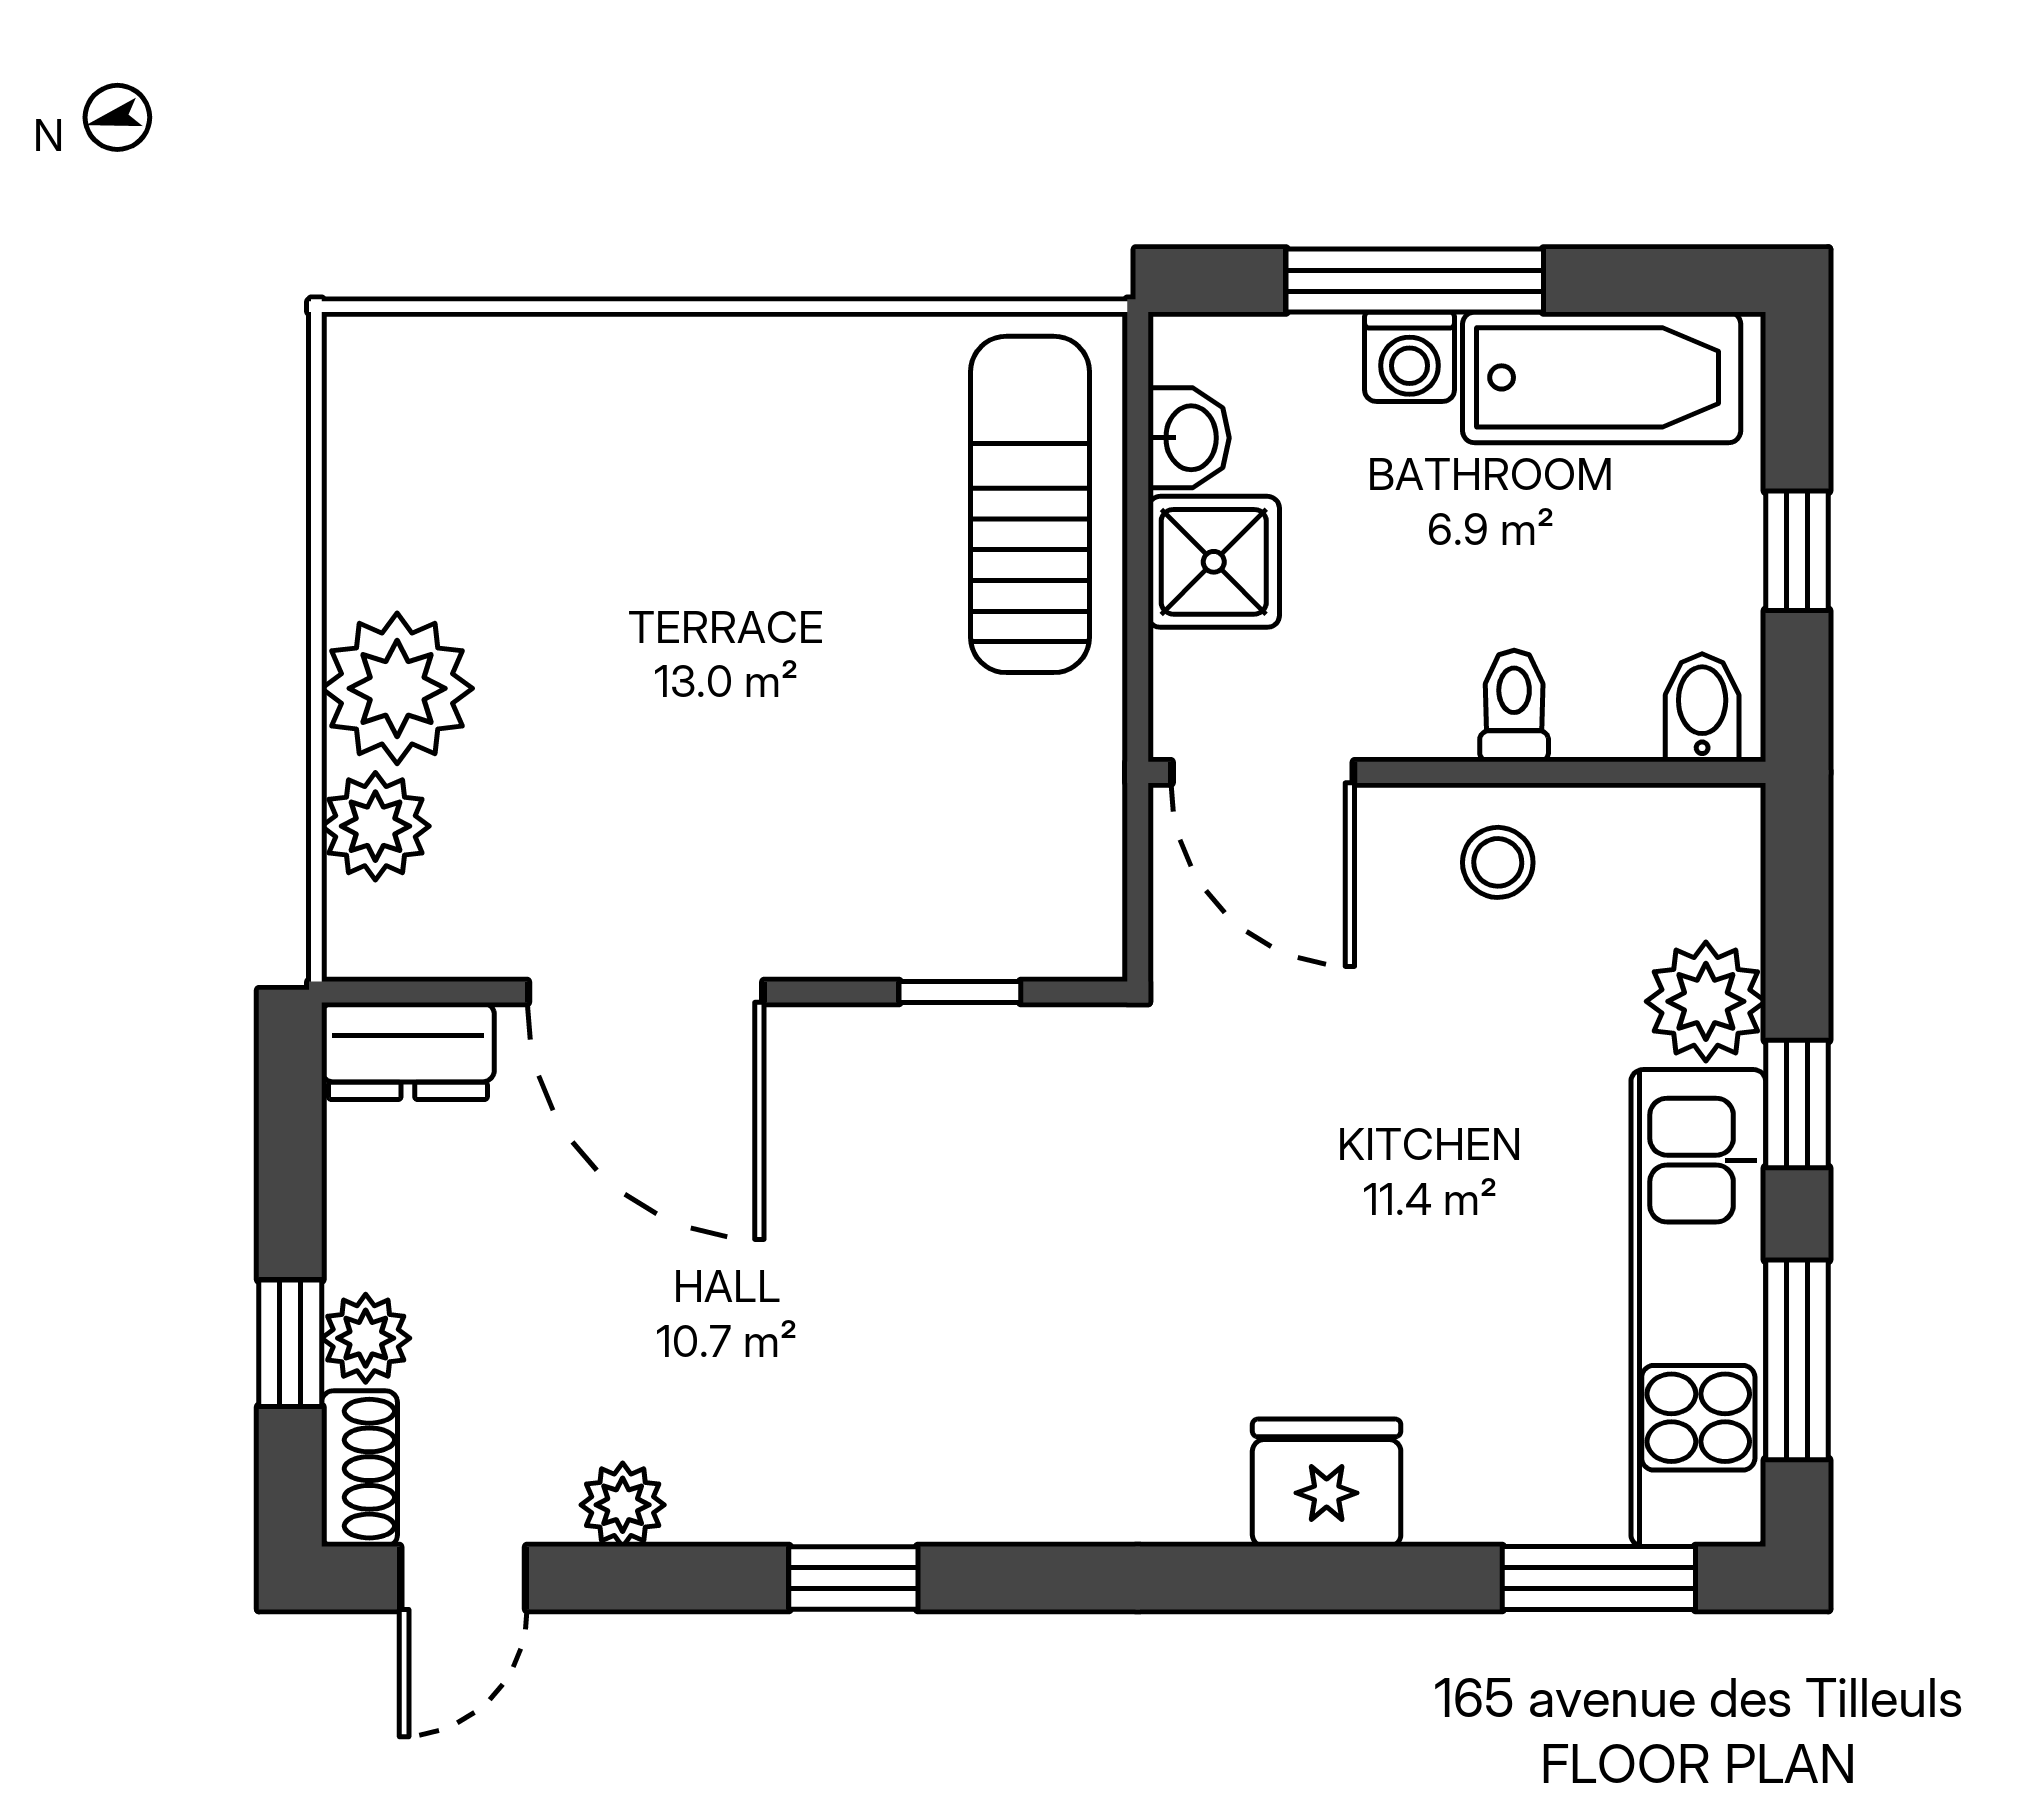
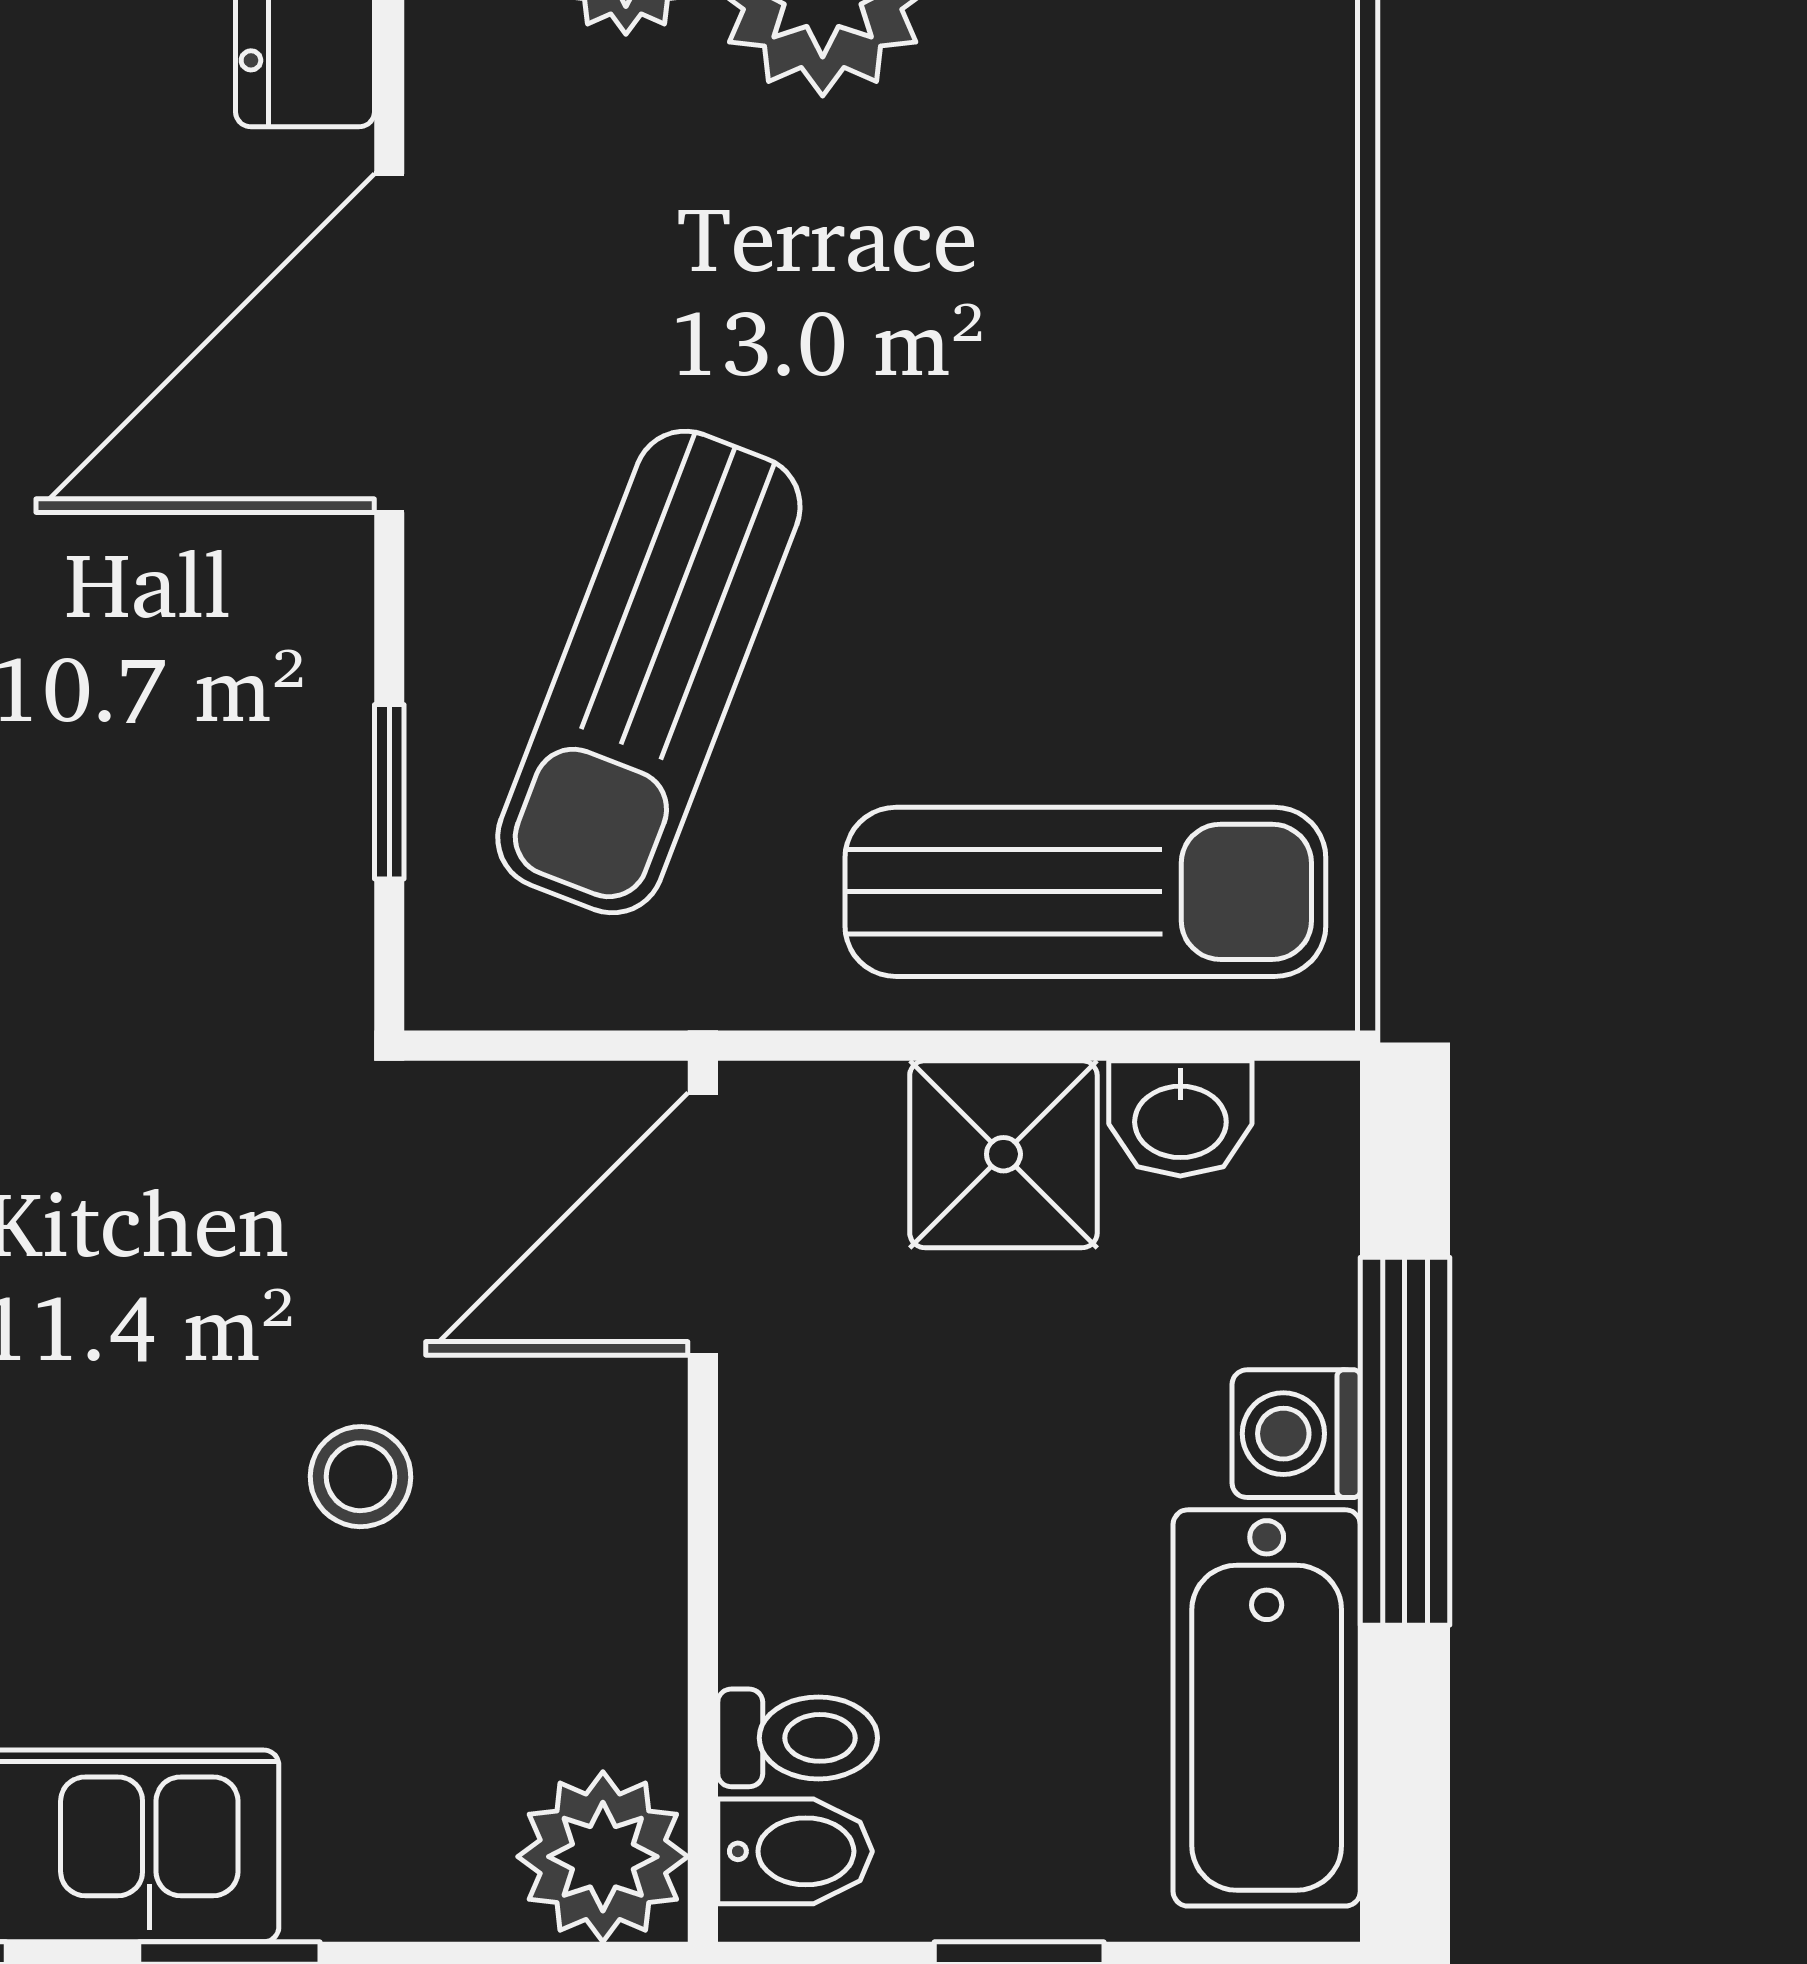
toilet: (1514, 706) -> (798, 1738), moved
sun lounger: (876, 810) -> (649, 672), added
stool: (1498, 862) -> (360, 1477), moved
plant: (1706, 1001) -> (603, 1857), moved

